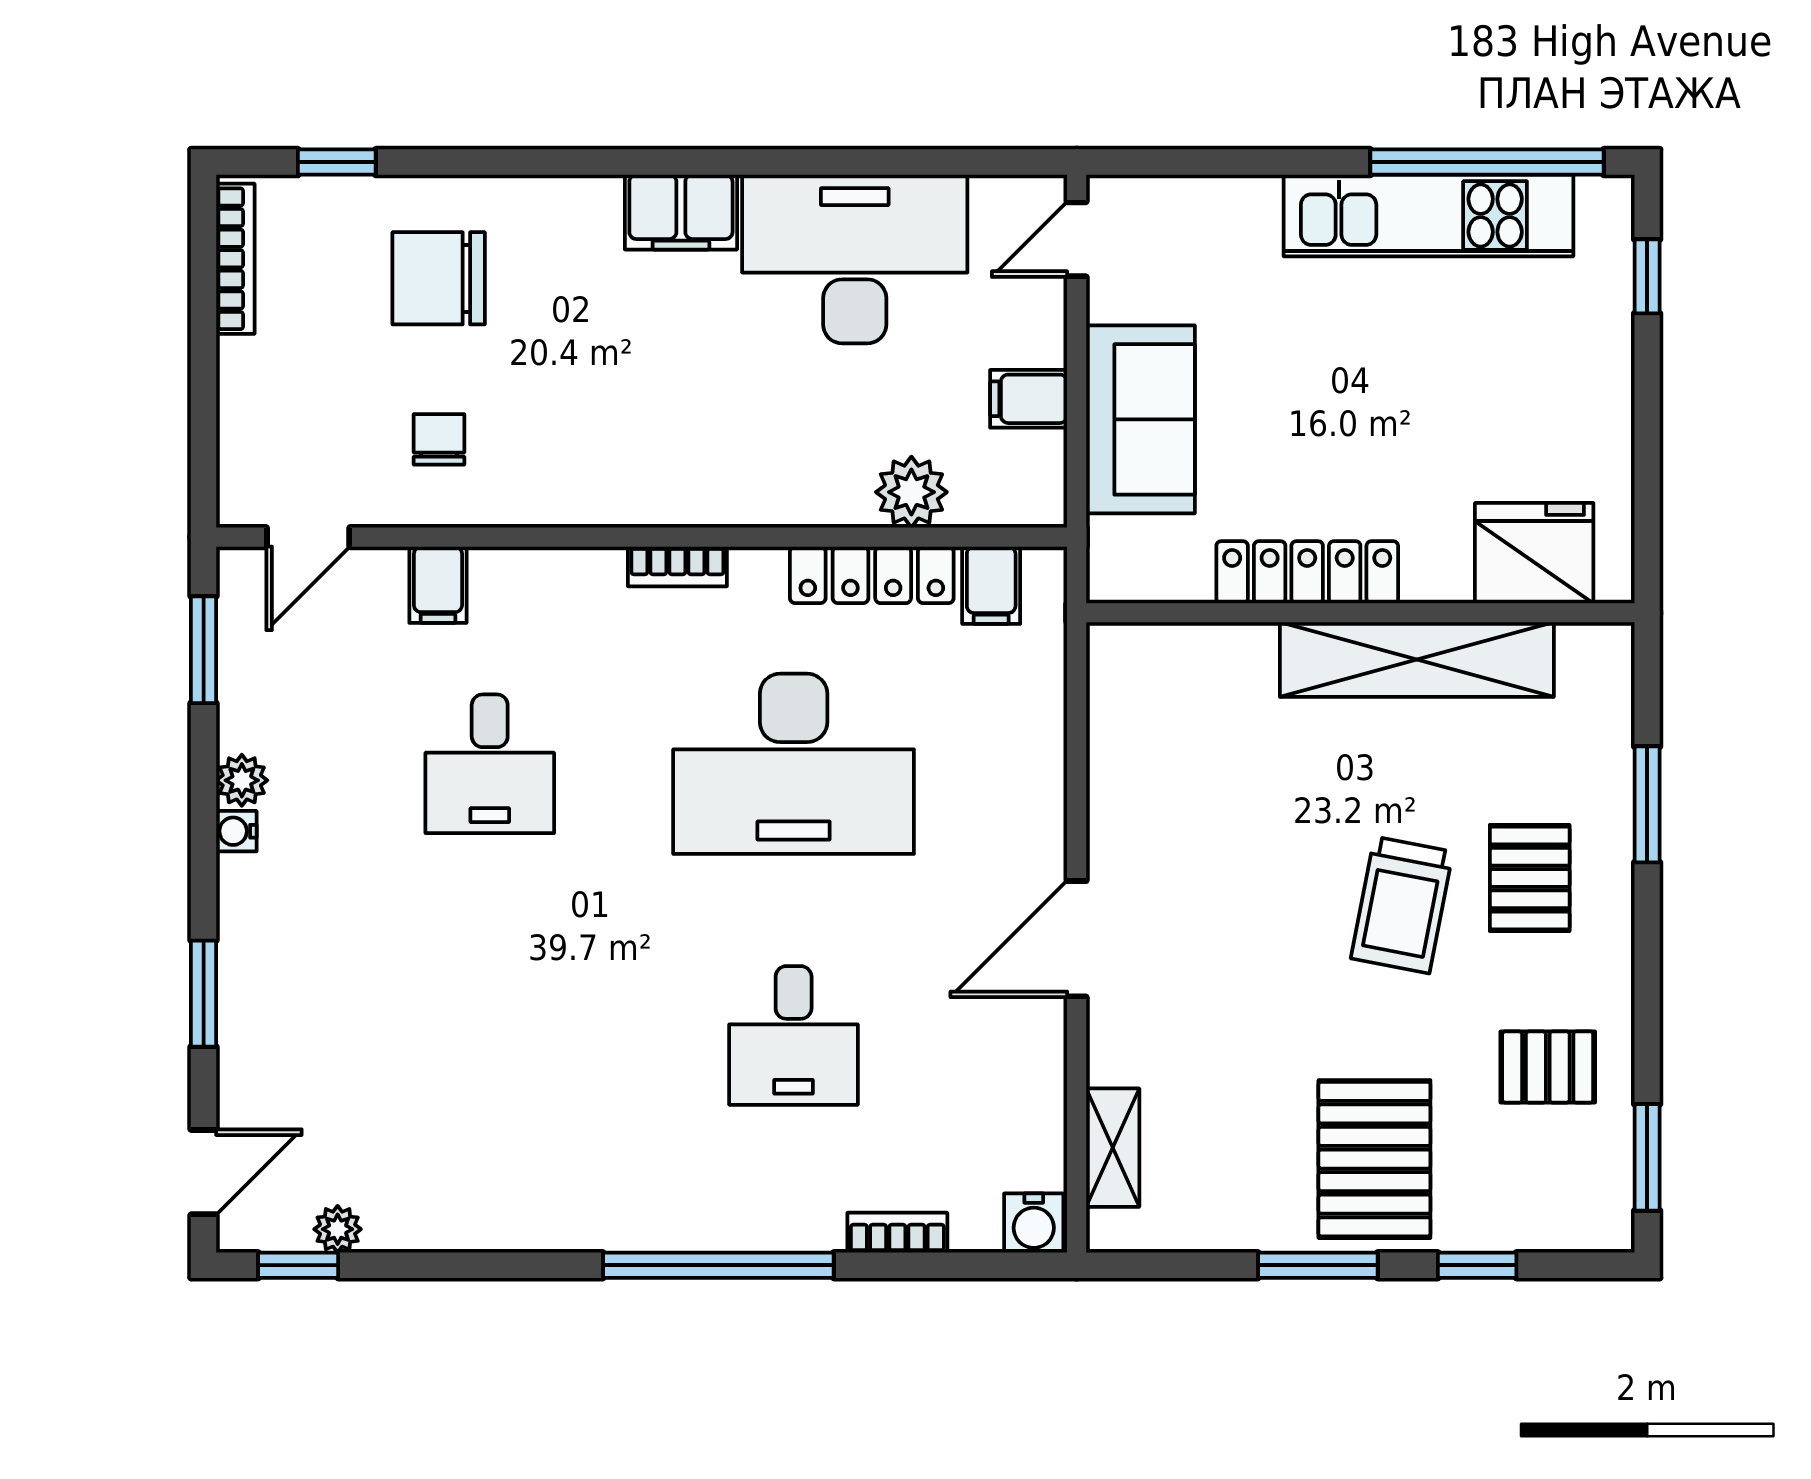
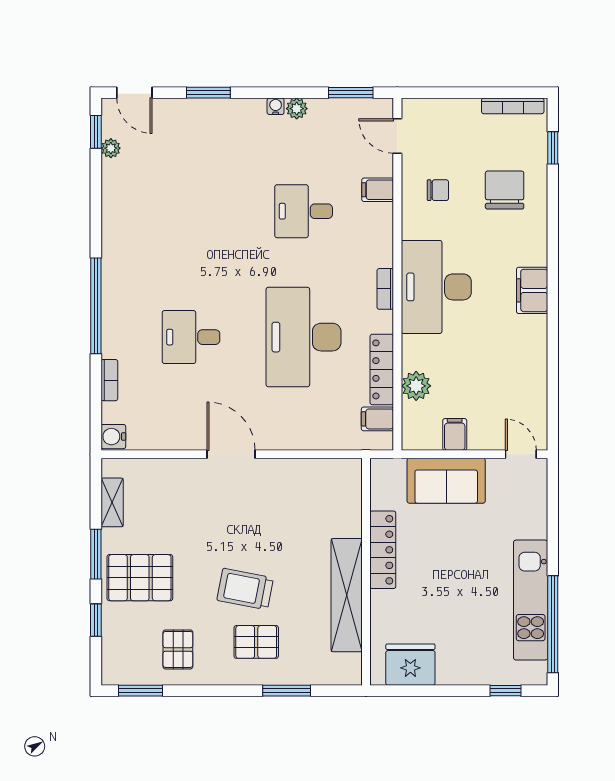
desk: (855, 259) -> (436, 287), moved, turned 180
fridge: (1534, 553) -> (410, 665), moved, turned -90
shelving: (1113, 1148) -> (112, 502), moved, turned 90

